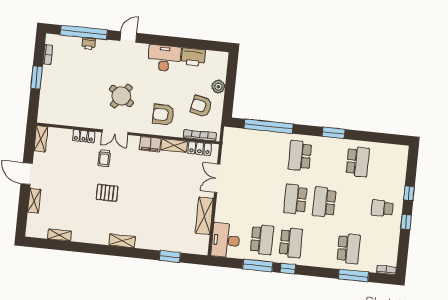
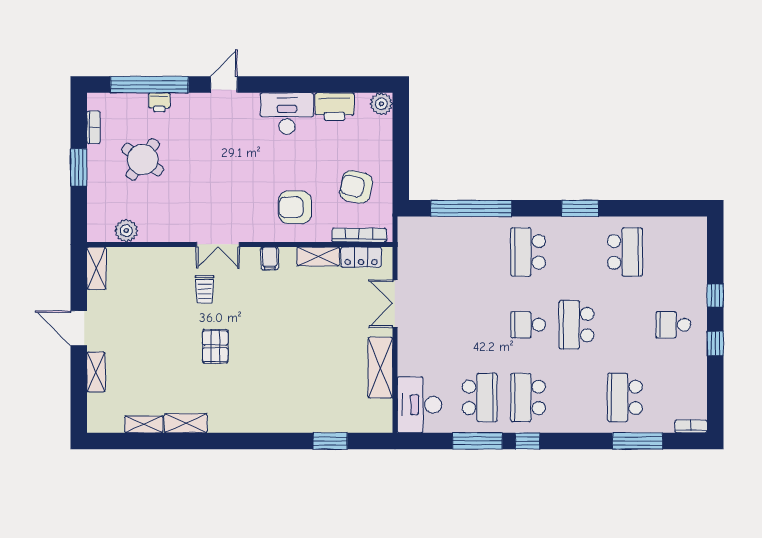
plant: (218, 87) -> (381, 104), moved
round table: (121, 96) -> (143, 160), moved
plant: (61, 118) -> (126, 231), added
locker: (84, 136) -> (167, 256), removed
filing cabinet: (150, 144) -> (270, 258), width x0.50
pallet: (107, 193) -> (215, 346), turned 90
school desk: (295, 199) -> (528, 325), width x0.54
shelving: (122, 241) -> (186, 423), moved
school desk: (291, 243) -> (528, 397), turned 180
school desk: (349, 249) -> (625, 397), turned 180

